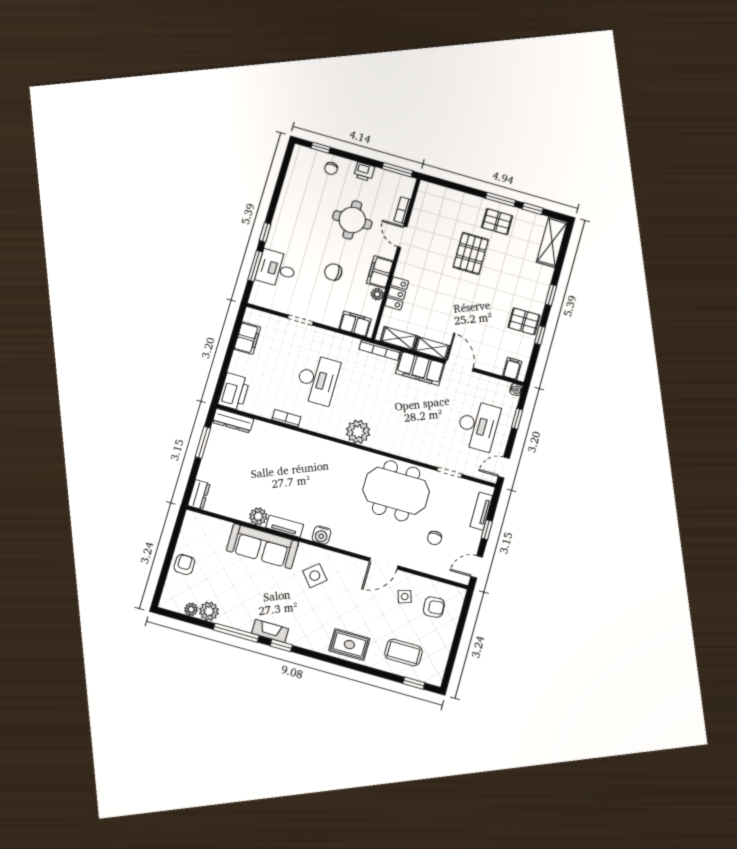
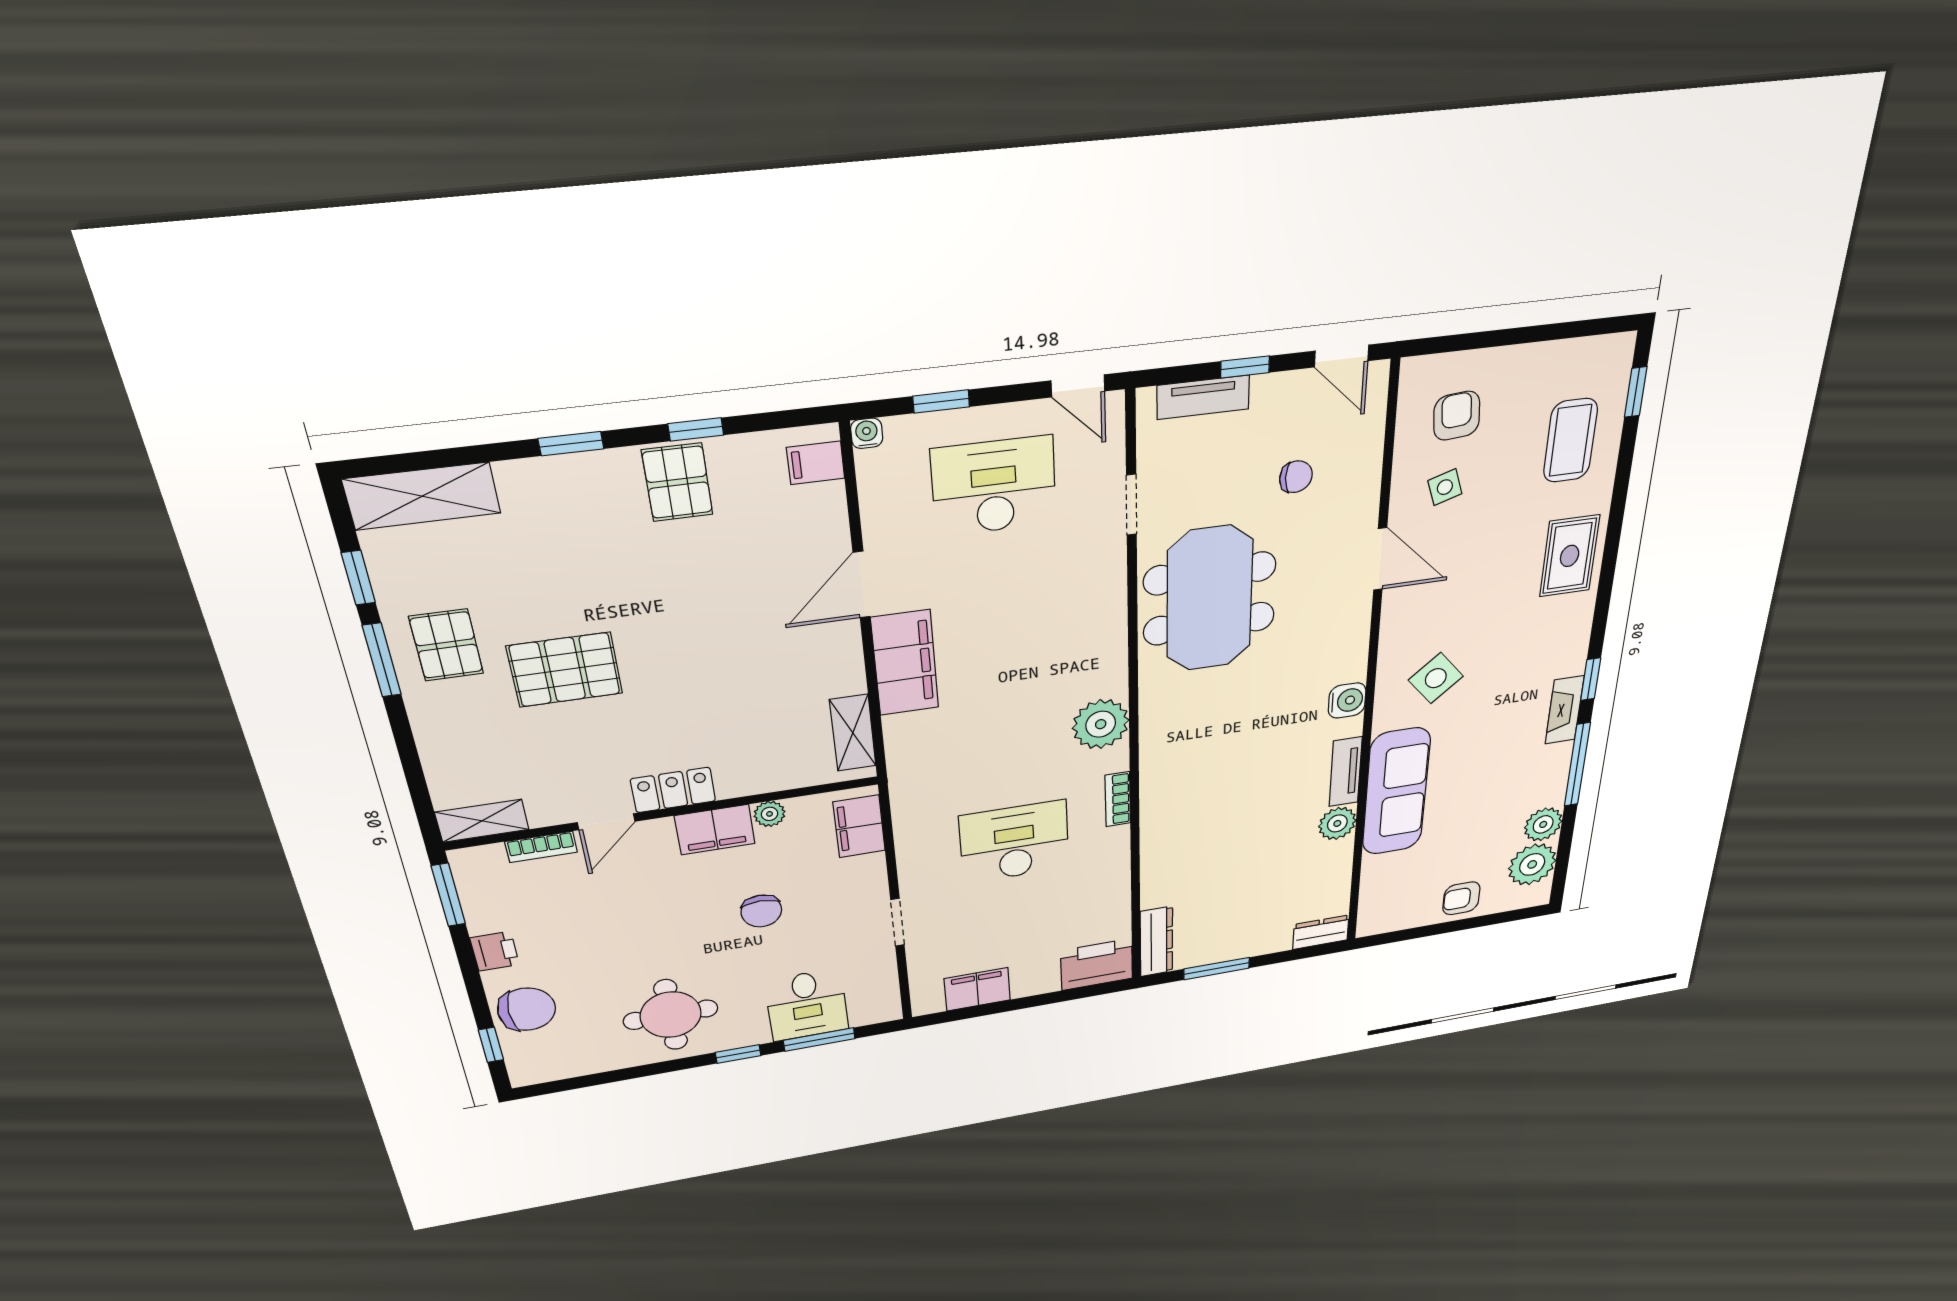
chair: (331, 168) -> (527, 1009), width x1.87, depth x1.87
round table: (352, 220) -> (671, 1015), moved
locker: (397, 293) -> (673, 790), moved
shelving: (432, 348) -> (482, 821), moved, turned 90
bookcase: (380, 350) -> (898, 758), removed
bookcase: (286, 418) -> (1118, 799), moved
plant: (191, 609) -> (1532, 864), width x1.88, depth x1.88

